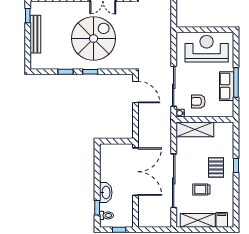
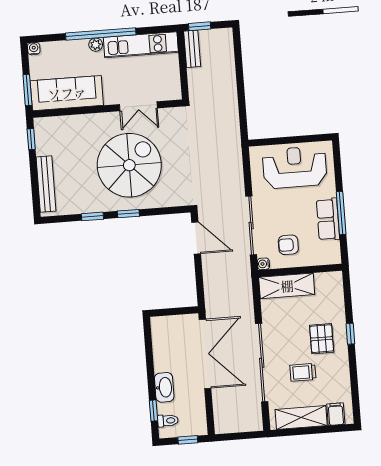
bench: (35, 34) -> (46, 184), moved

